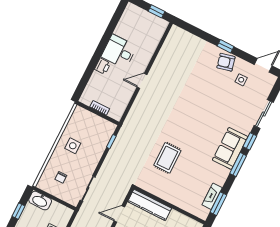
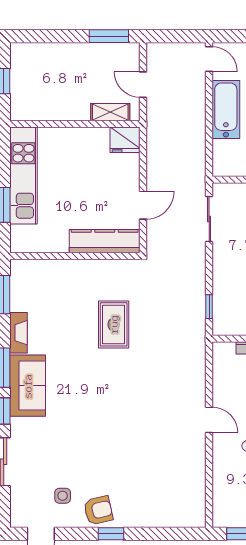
door: (142, 81) -> (209, 420), hinge flipped
fireplace: (212, 196) -> (18, 333), moved

